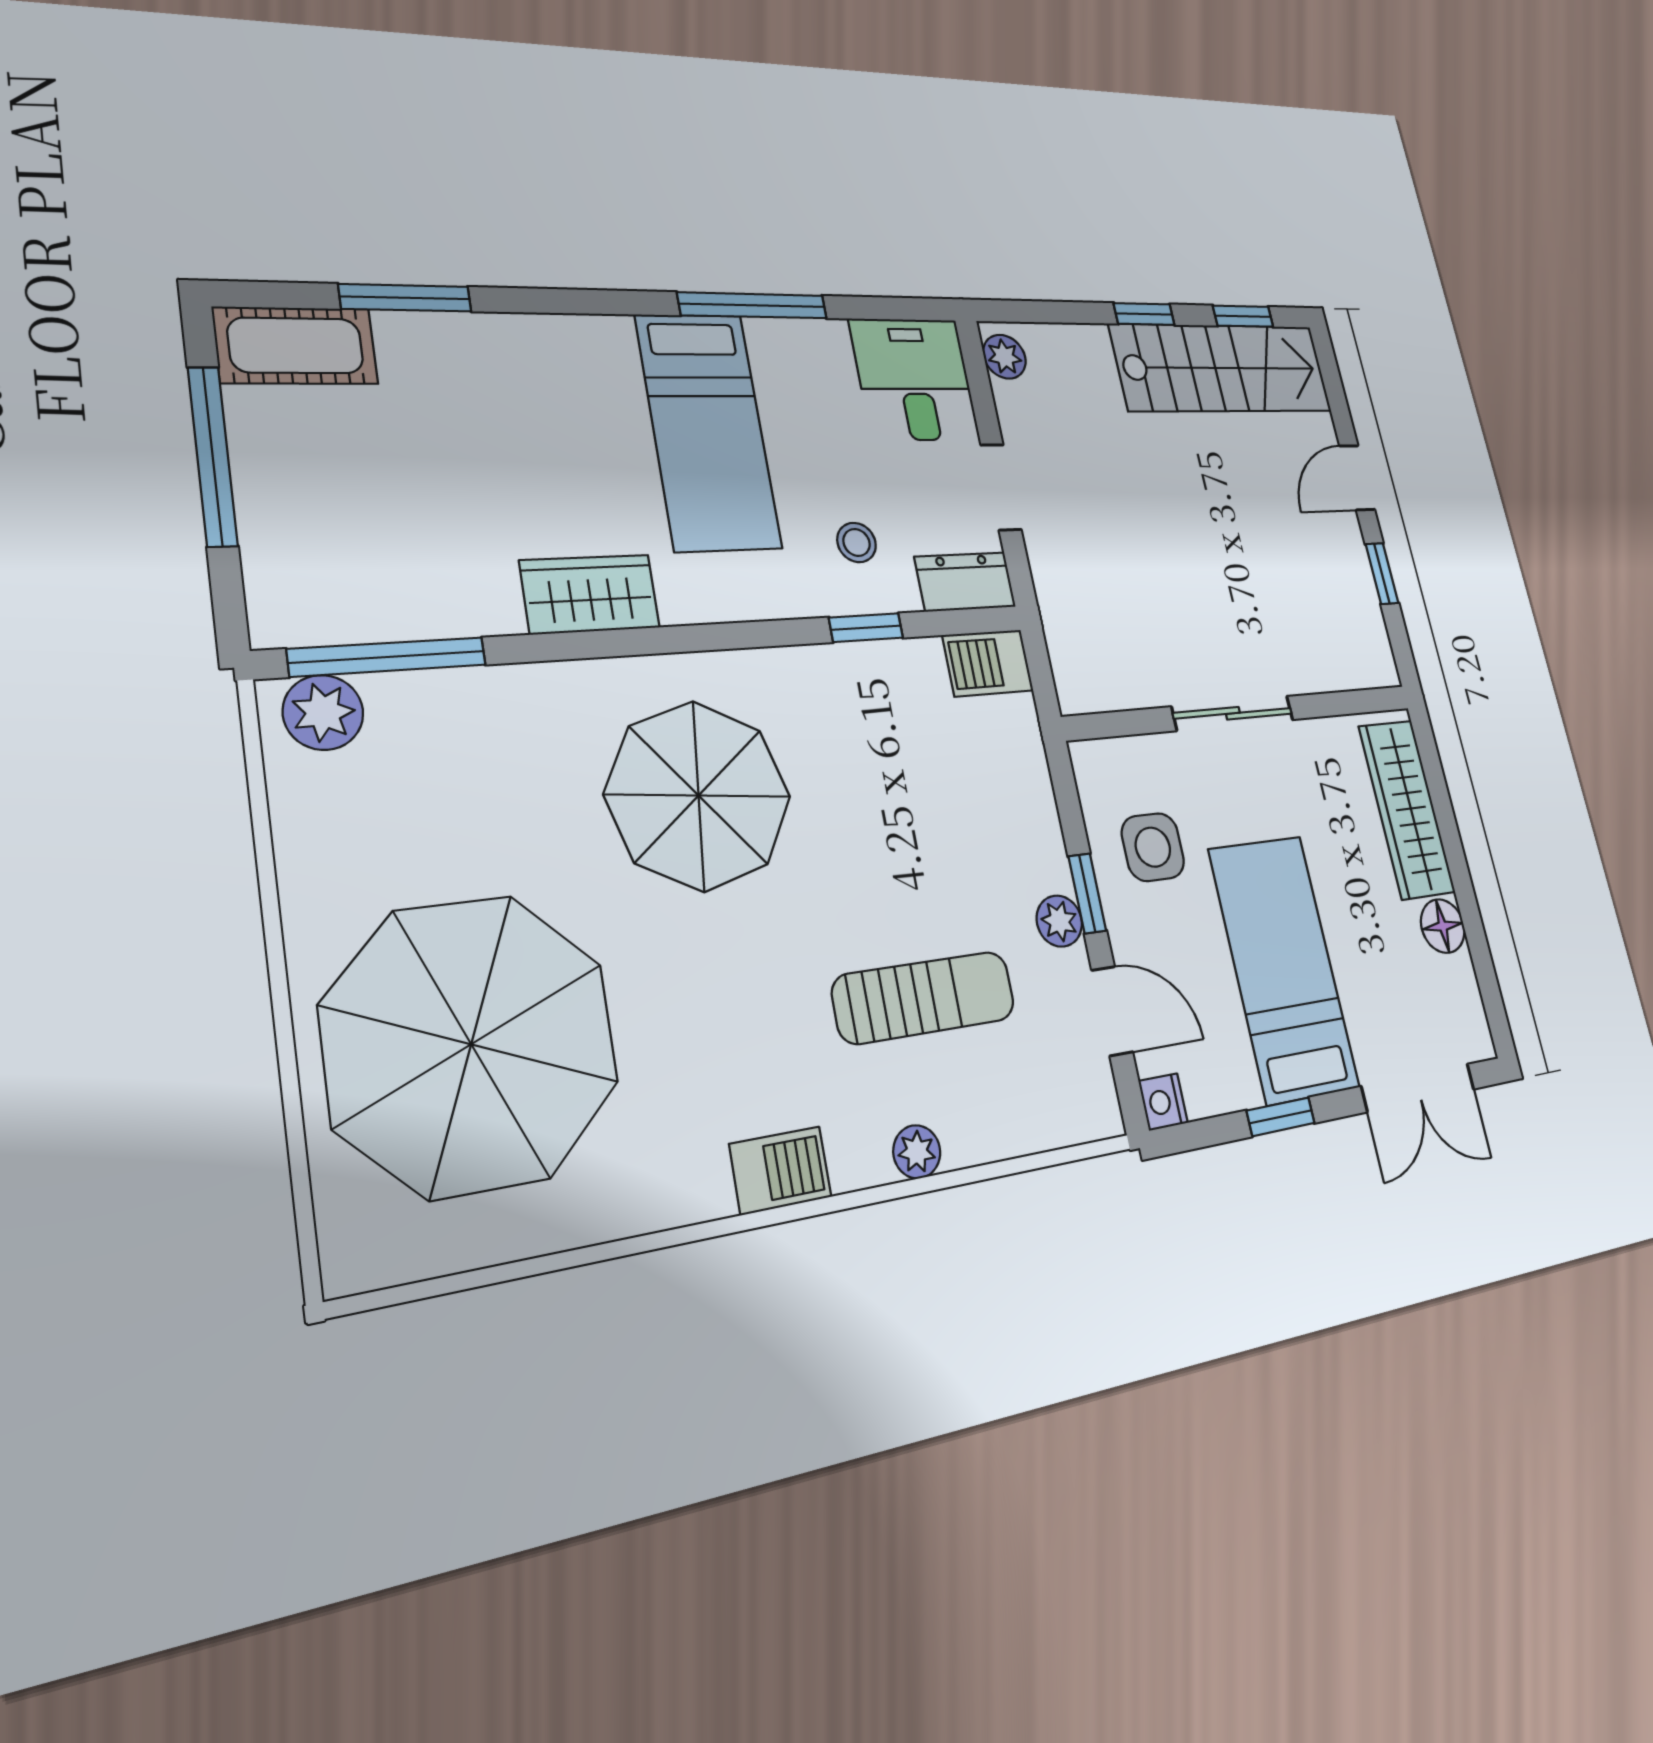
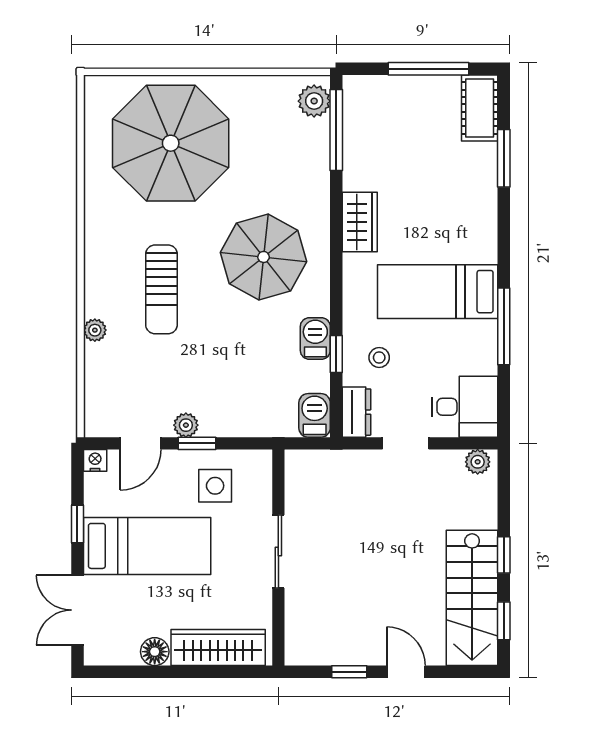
sun lounger: (924, 997) -> (161, 289), moved
barbecue: (780, 1170) -> (315, 338), moved, turned 180

